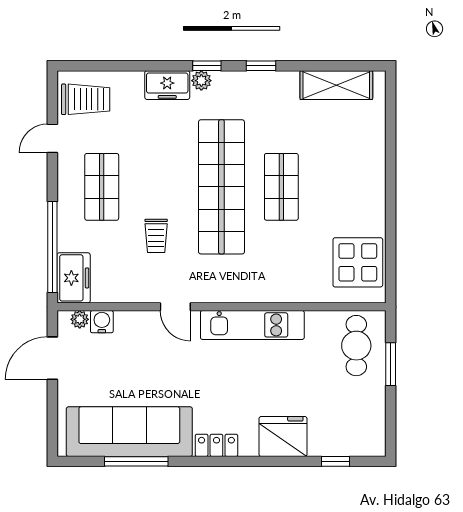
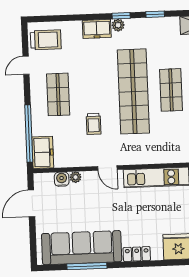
plant: (80, 319) -> (75, 177), moved

